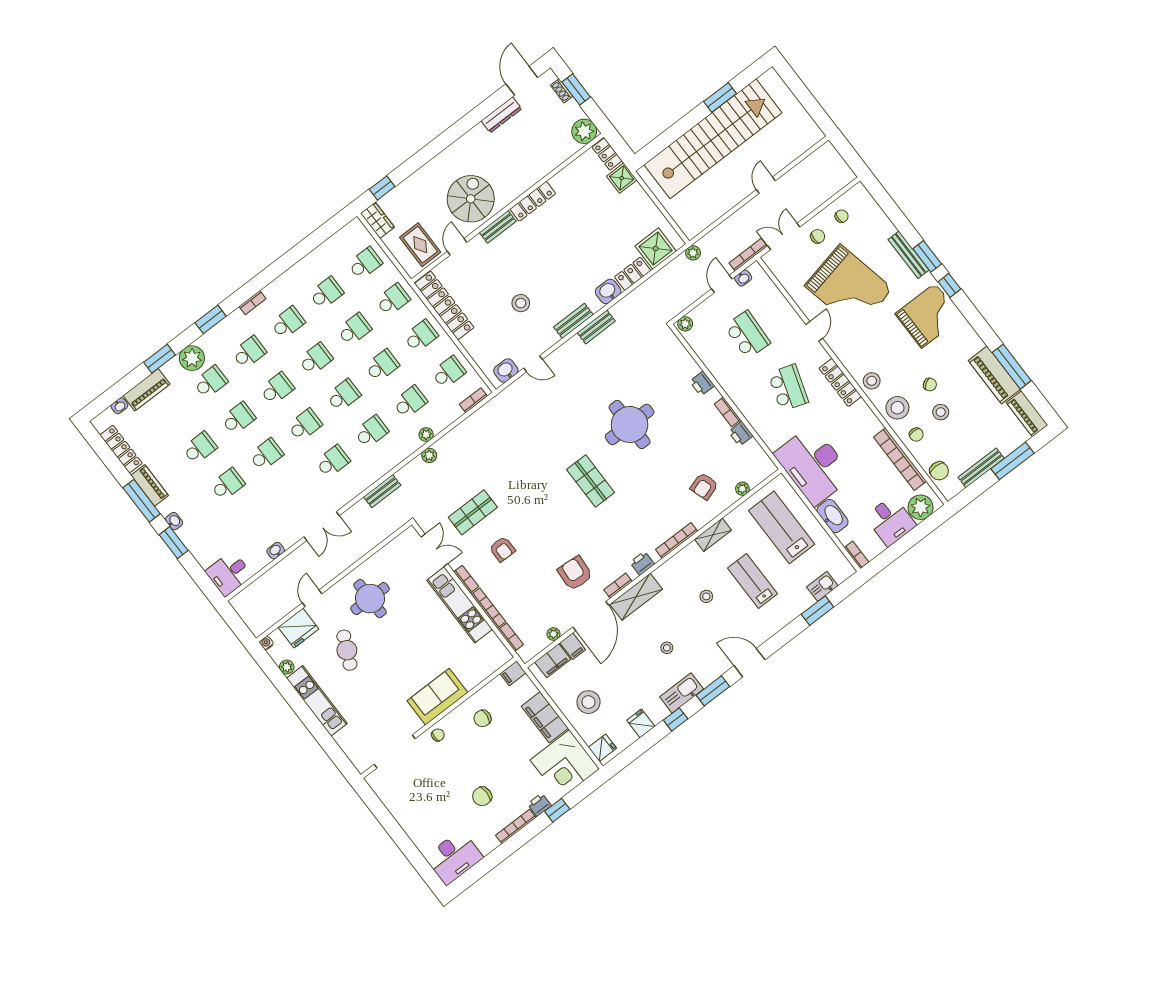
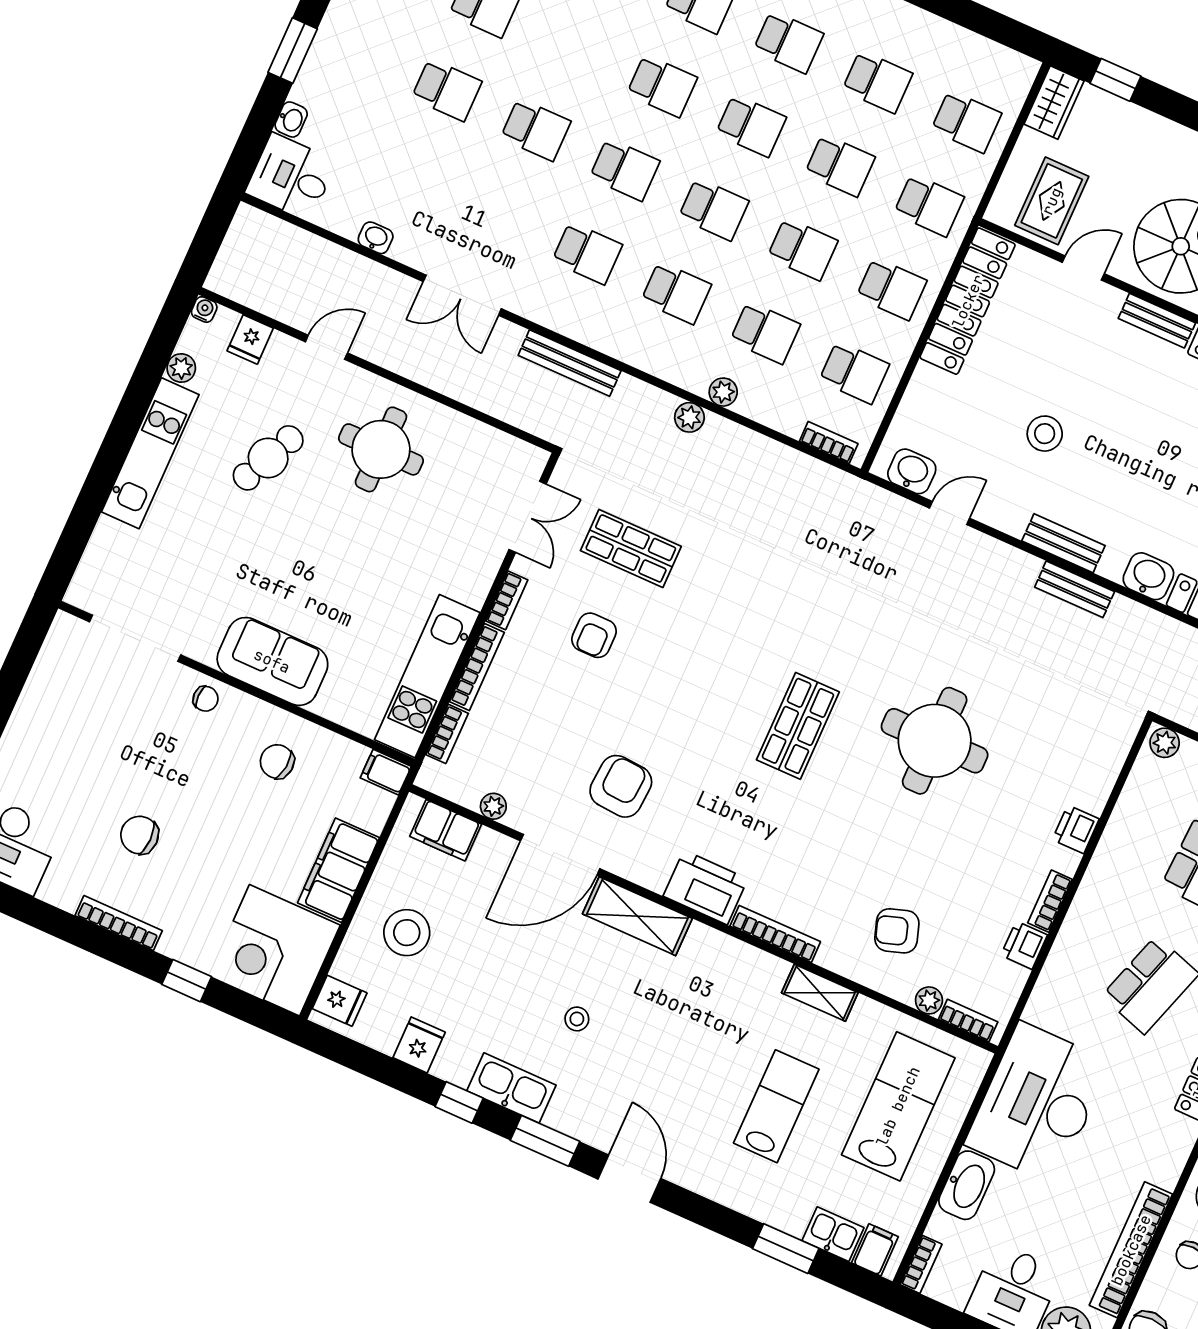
door: (533, 364) -> (950, 513), swing flipped
school desk: (238, 418) -> (573, 46), removed
bench: (382, 491) -> (570, 363), width x1.36
washbasin: (174, 521) -> (291, 119), moved
printer: (642, 563) -> (706, 887), width x1.87, depth x1.48
bookcase: (618, 586) -> (968, 1021), moved
stool: (706, 596) -> (705, 1039), removed
kitchen unit: (460, 605) -> (427, 676), moved
fridge: (298, 628) -> (250, 339), width x0.53, depth x0.75
filing cabinet: (573, 646) -> (875, 1250), moved, turned 180
printer: (539, 805) -> (179, 944), removed

